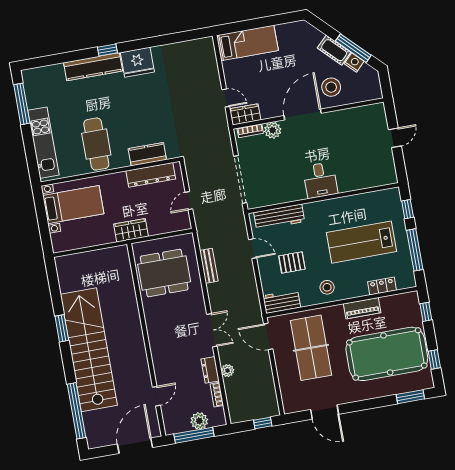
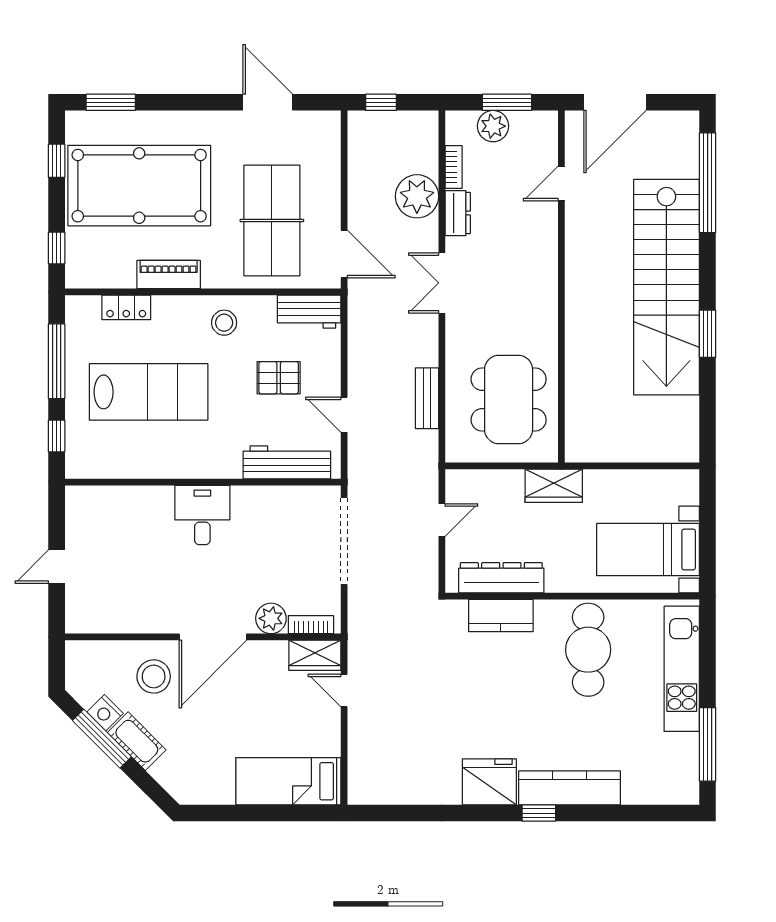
dining table: (164, 273) -> (509, 399), turned 90
plant: (227, 371) -> (417, 196), width x1.88, depth x1.88
window: (194, 435) -> (507, 102), width x0.69

